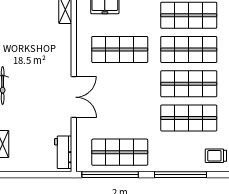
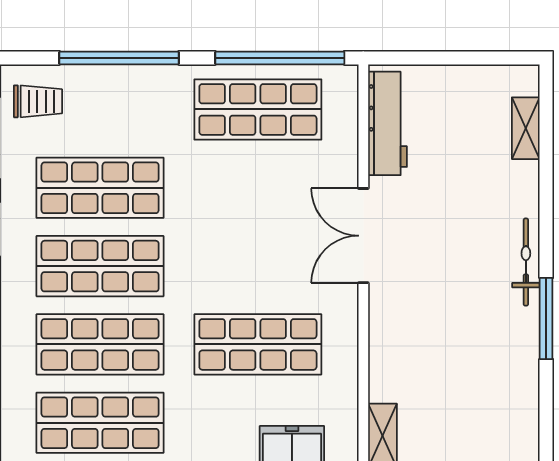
workbench: (63, 152) -> (388, 123), width x1.38

